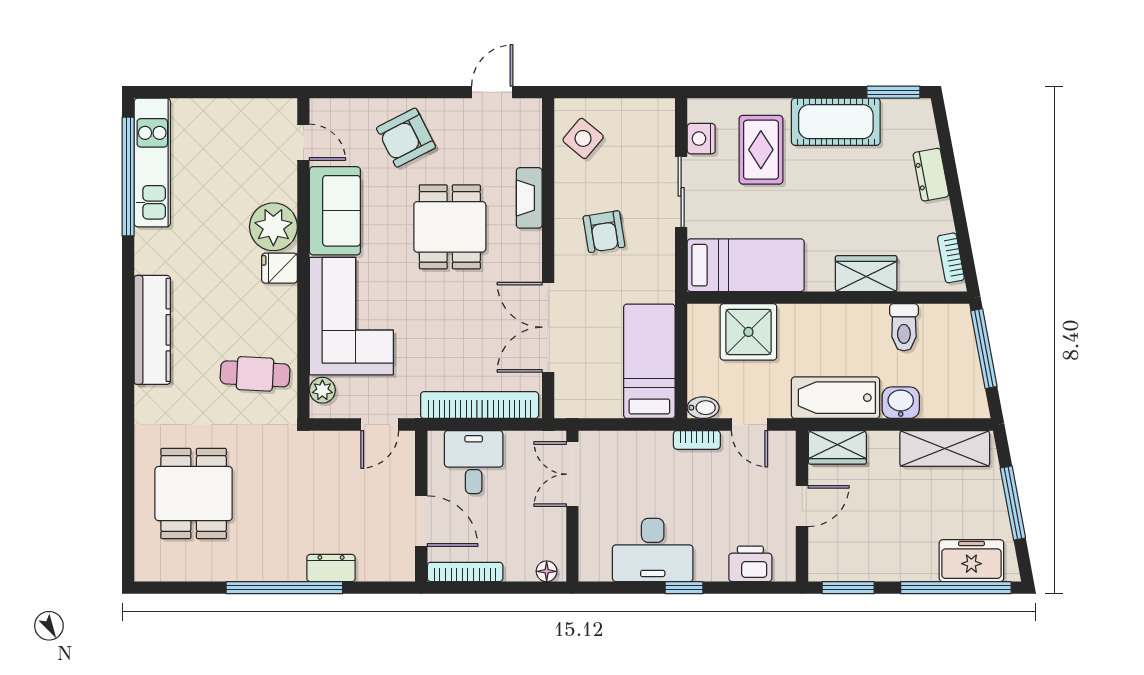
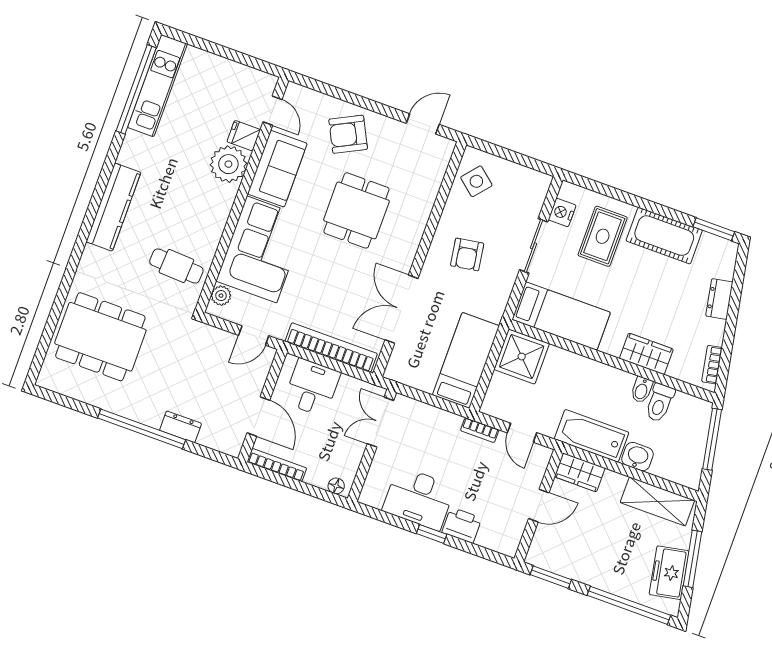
fireplace: (529, 198) -> (422, 210), removed
fridge: (279, 268) -> (244, 136), moved
shower: (748, 332) -> (522, 357), moved
bidet: (703, 408) -> (642, 390), moved, turned 90
dining table: (194, 494) -> (100, 337), width x1.37
freezer: (971, 561) -> (669, 573), moved, turned -101
printer: (750, 564) -> (462, 525), moved

